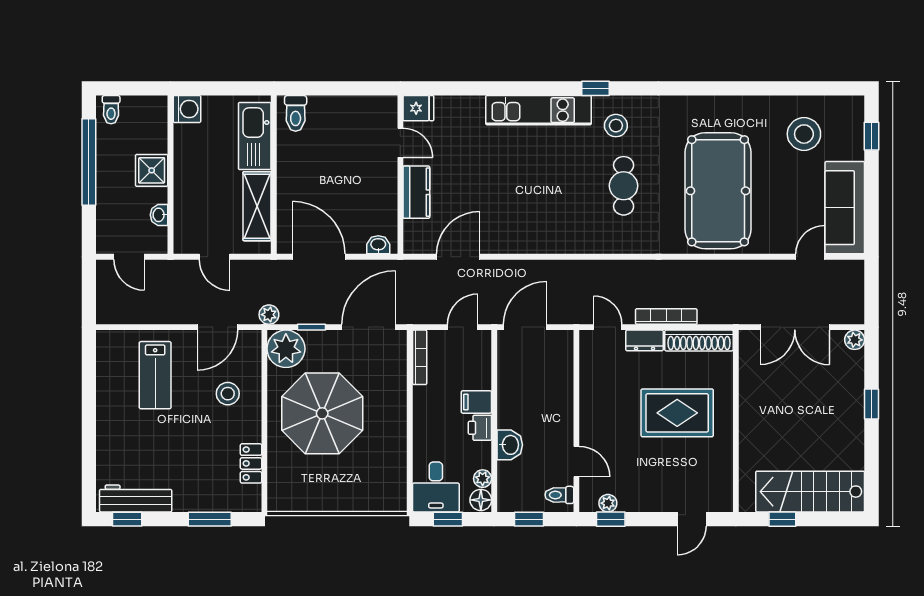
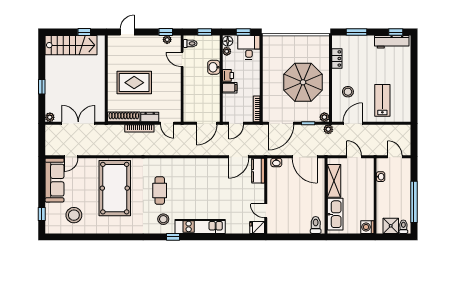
shower: (152, 170) -> (391, 226), moved
kitchen counter: (416, 192) -> (258, 171), moved
plant: (286, 349) -> (324, 117), width x0.53, depth x0.53

